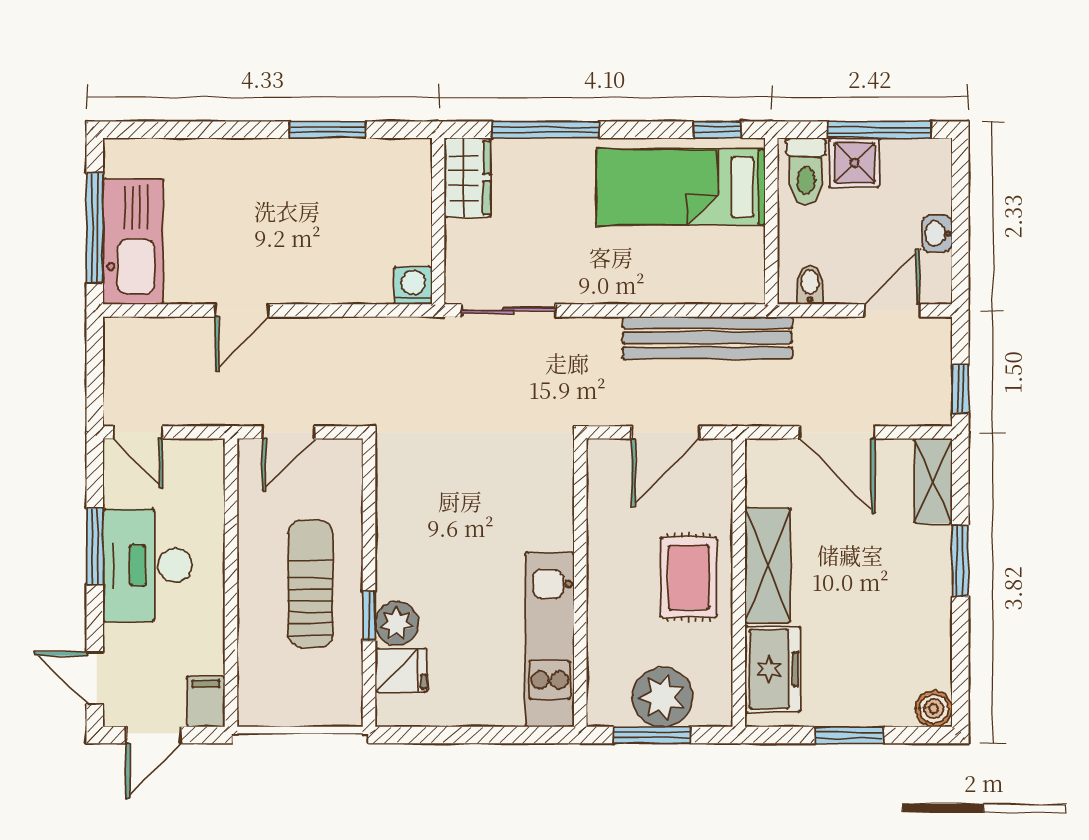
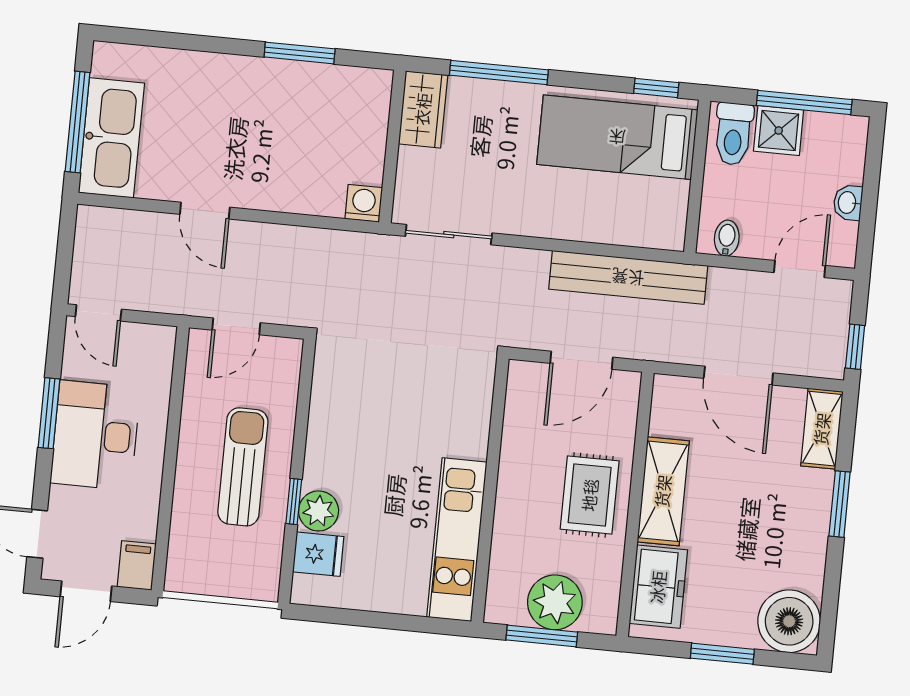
door: (242, 311) -> (205, 211), hinge flipped
boiler: (934, 709) -> (789, 621), width x1.86, depth x1.86

